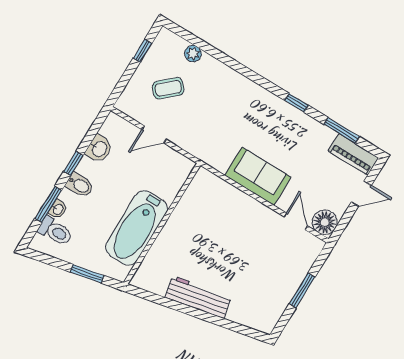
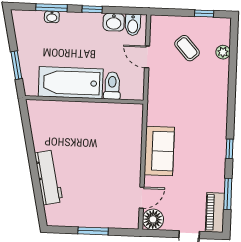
bidet: (80, 185) -> (133, 25), moved
toilet: (55, 231) -> (112, 86), moved, turned 180
workbench: (198, 297) -> (49, 177), moved

